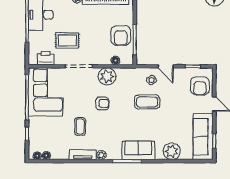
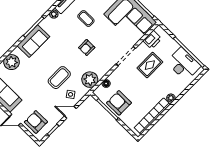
plant: (107, 76) -> (90, 80), moved

